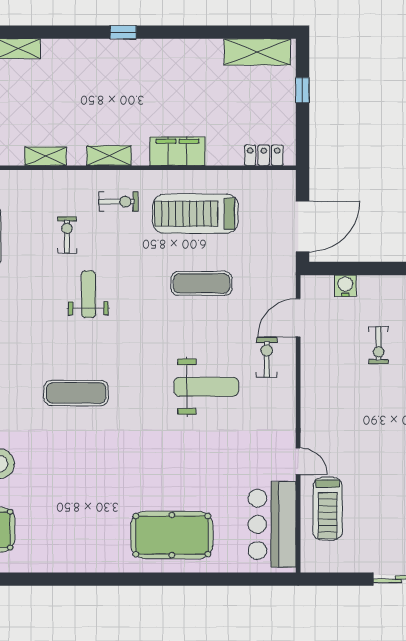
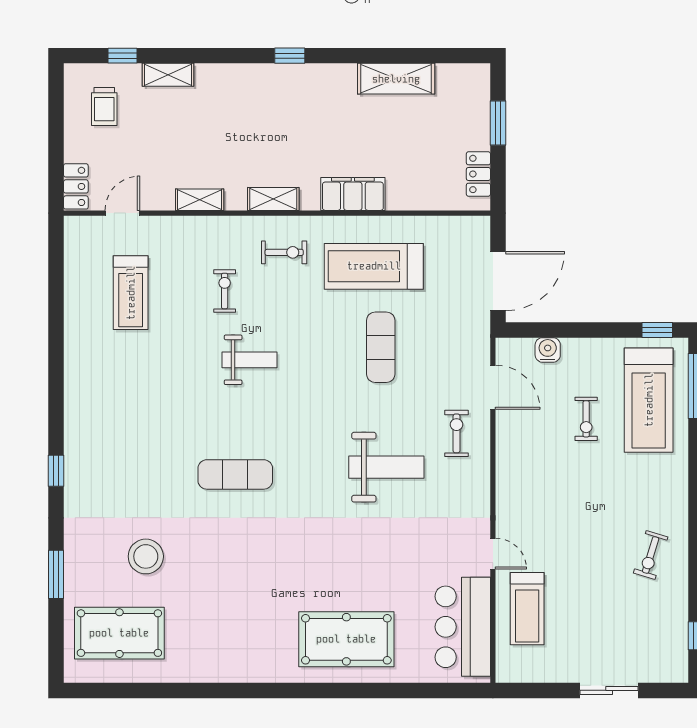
shelving: (257, 52) -> (396, 79), moved
window: (302, 90) -> (498, 123), width x1.50
locker: (264, 155) -> (478, 174), moved, turned -90
exercise mat: (201, 283) -> (381, 347), turned 90
weight bench: (88, 294) -> (249, 360), turned 90
door: (298, 318) -> (493, 387), swing flipped

